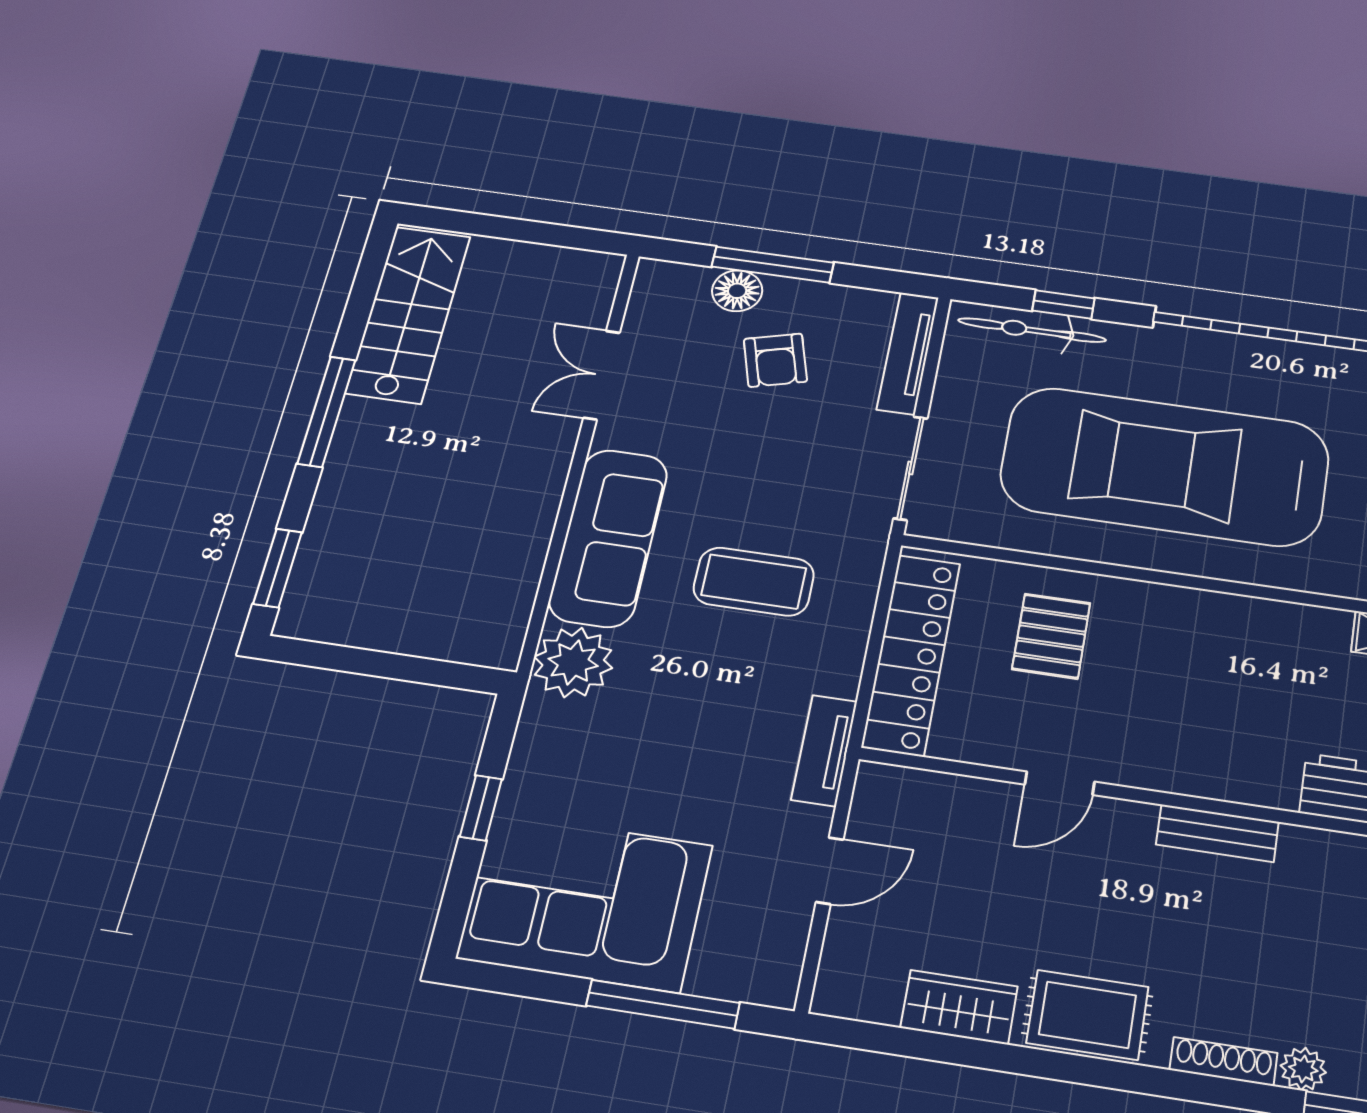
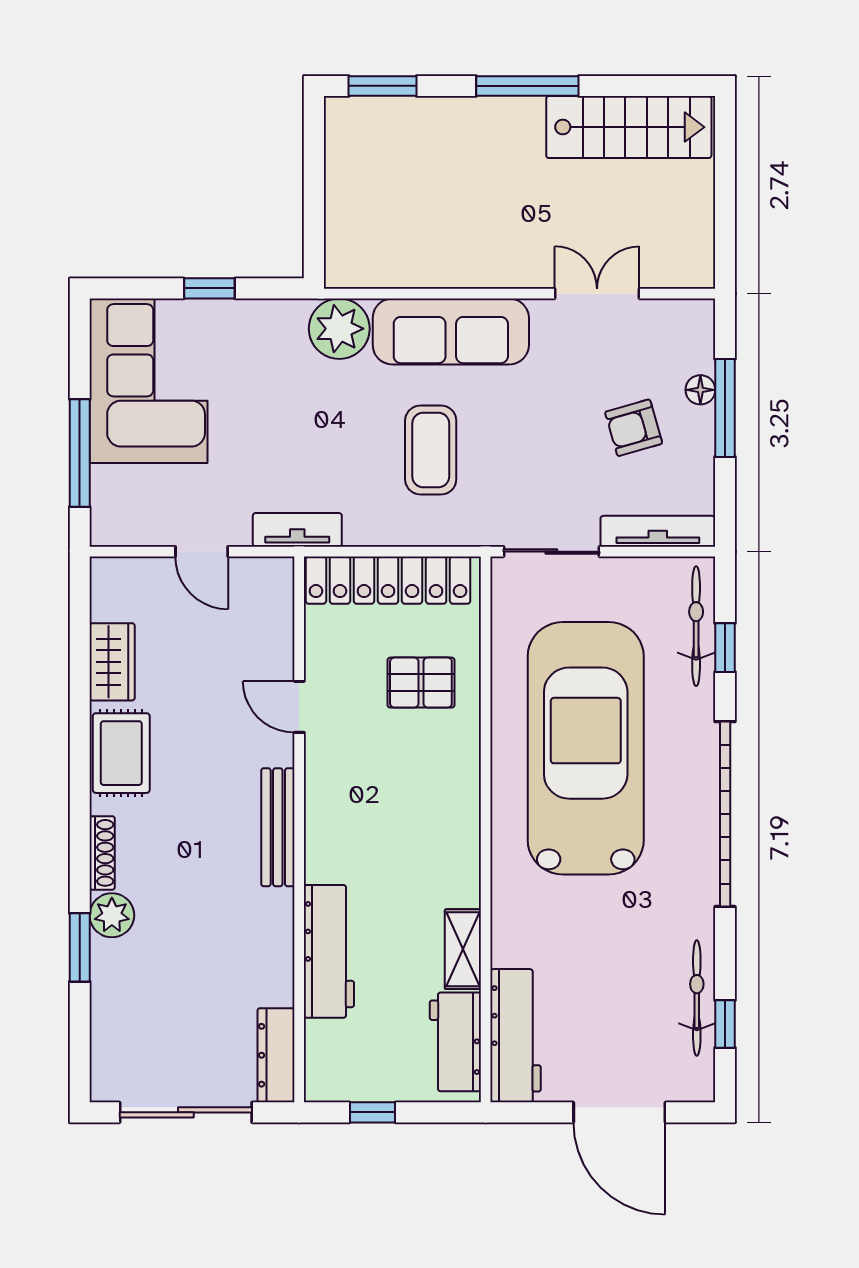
floor lamp: (737, 291) -> (700, 390), width x0.73, depth x0.73
bench: (1217, 833) -> (278, 827), width x1.36
plant: (1303, 1069) -> (112, 915), width x1.38, depth x1.38

